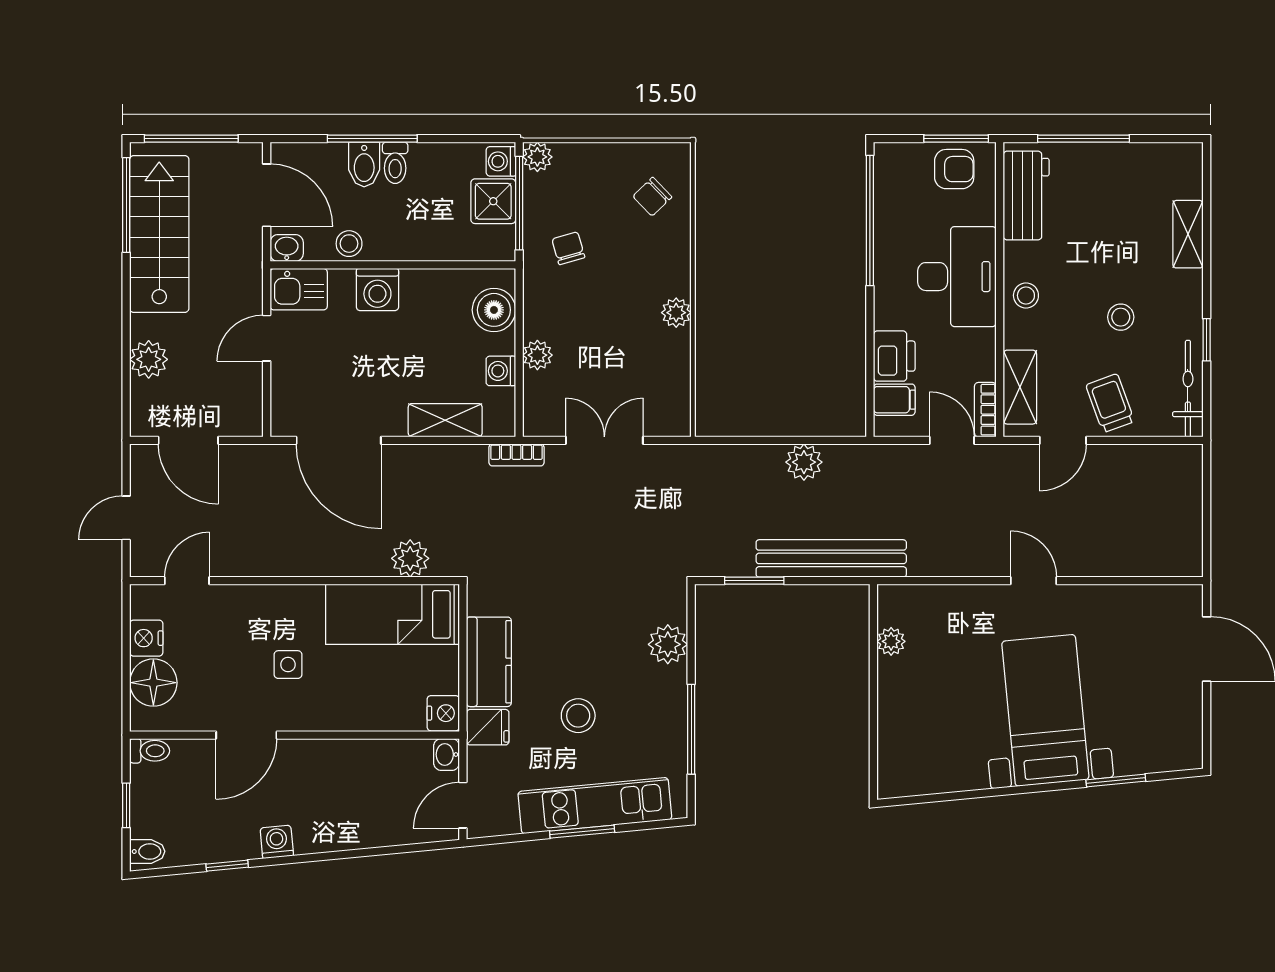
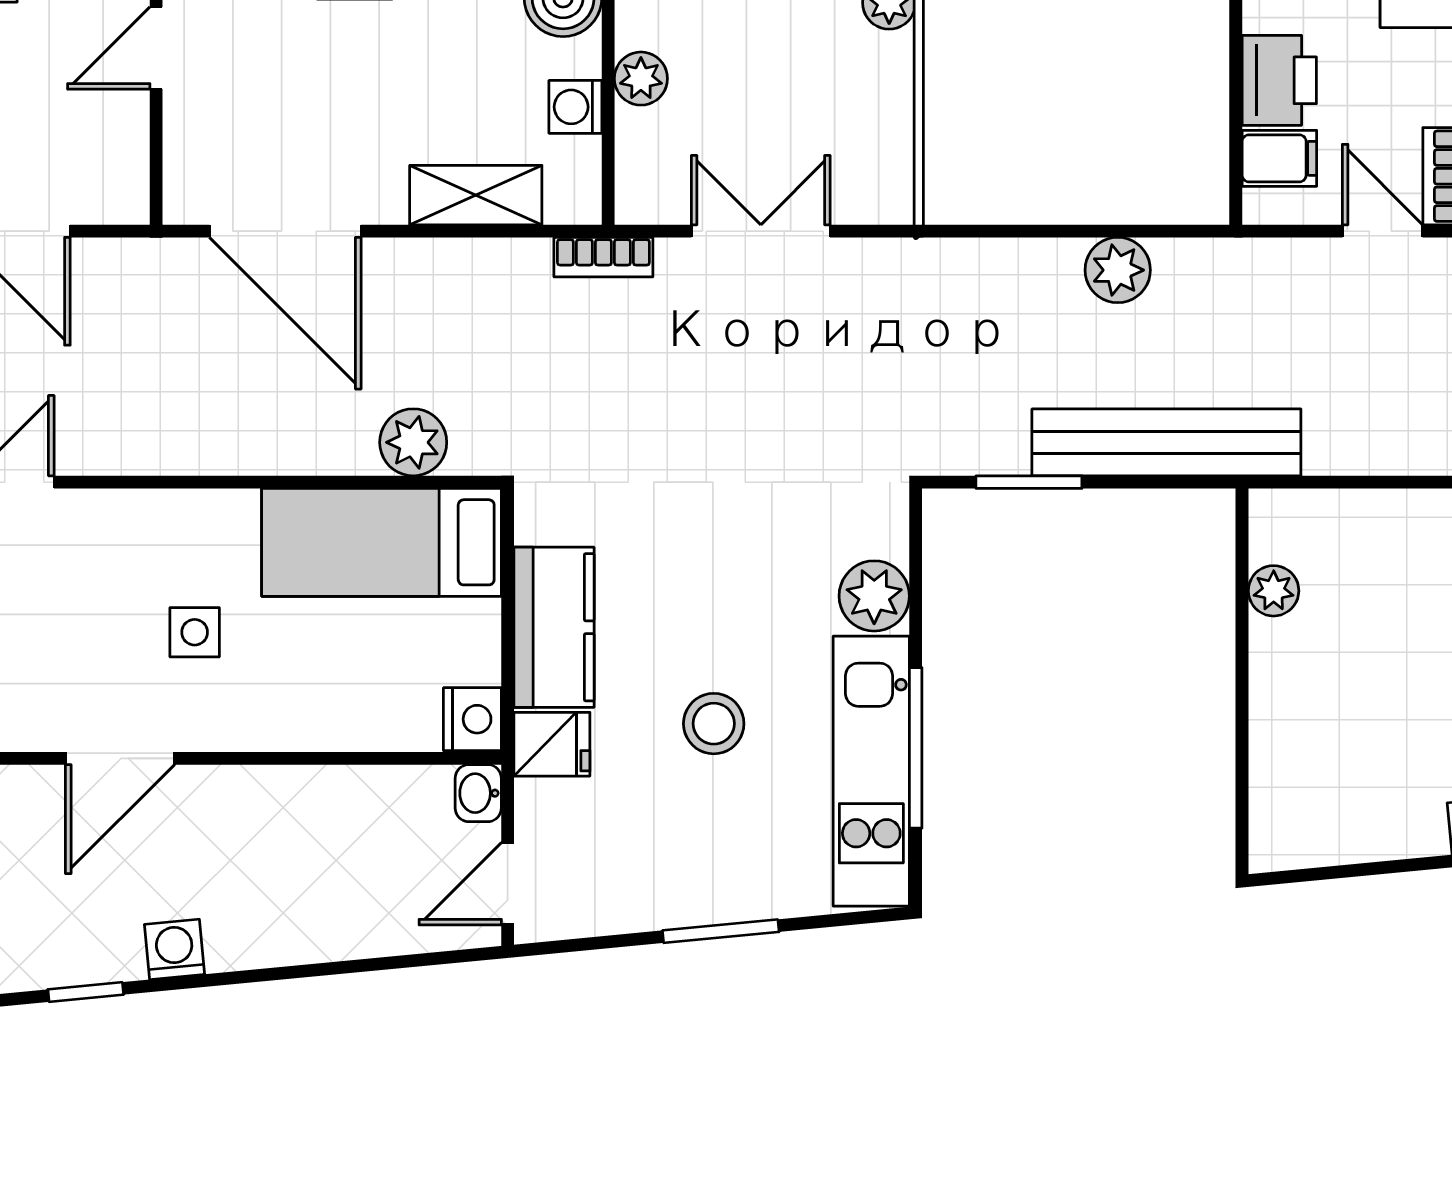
kitchen unit: (595, 806) -> (871, 771), moved, turned -85

